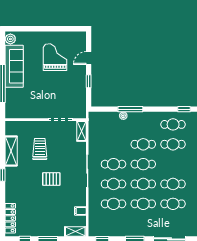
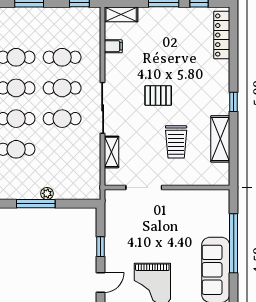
shelving: (81, 131) -> (112, 152), moved

